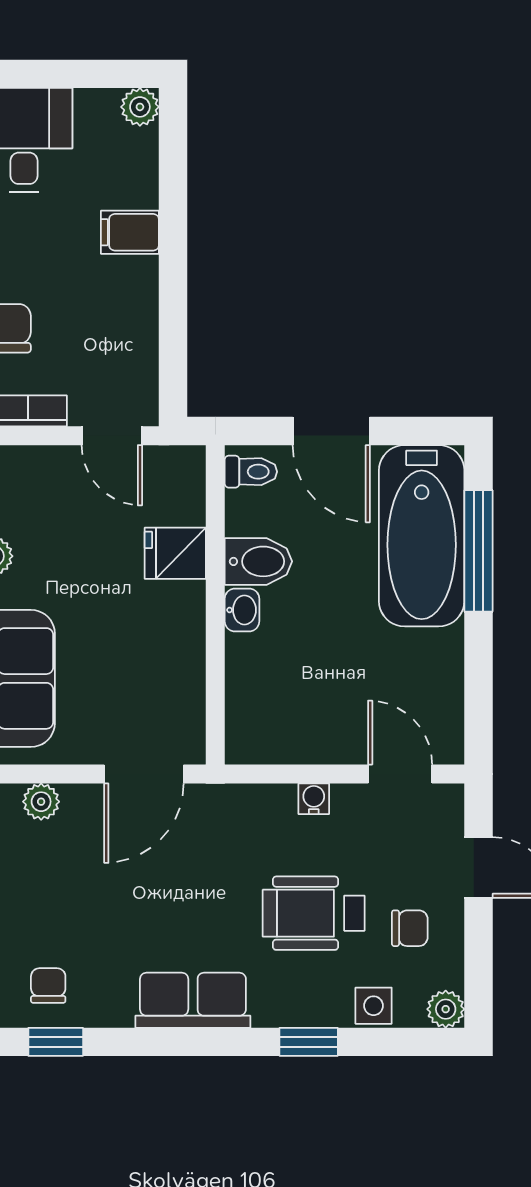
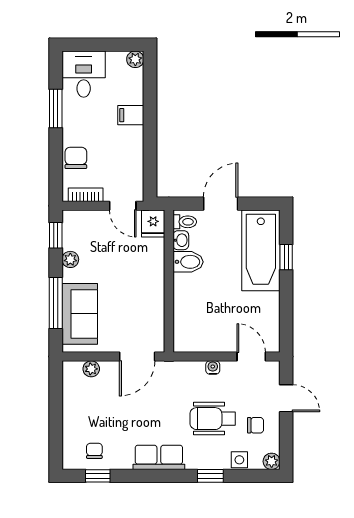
door: (331, 431) -> (221, 204), swing flipped
window: (478, 551) -> (286, 257), width x0.46
fridge: (175, 553) -> (153, 224), moved, turned -90
washbasin: (242, 610) -> (181, 240), moved

